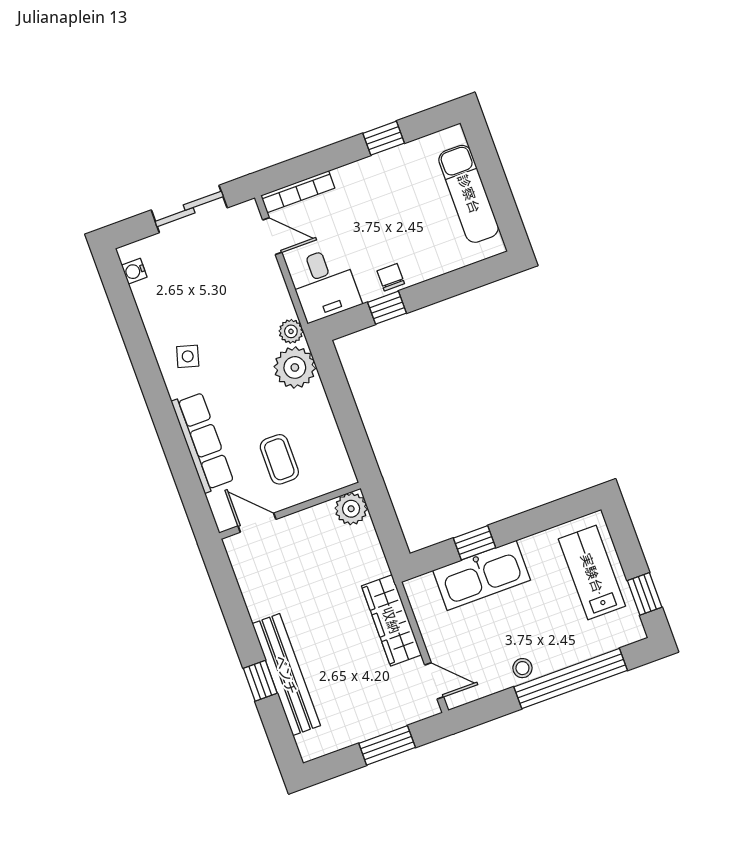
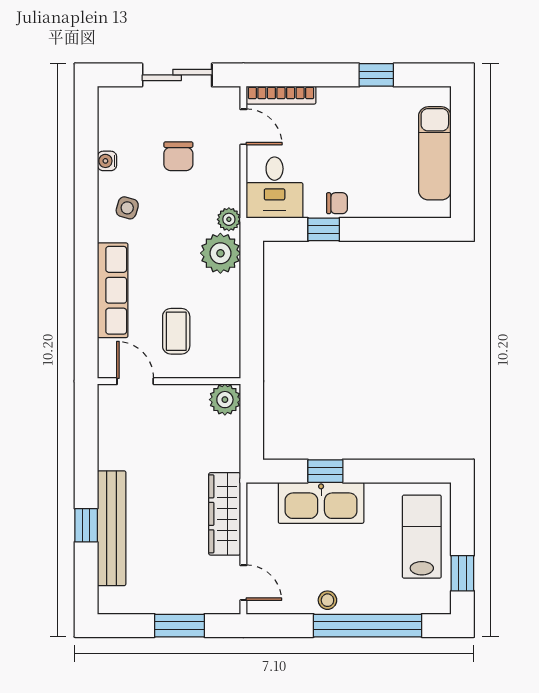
water cooler: (134, 271) -> (107, 161), moved
chair: (391, 277) -> (337, 203), turned 90
chair: (219, 288) -> (178, 156), added

